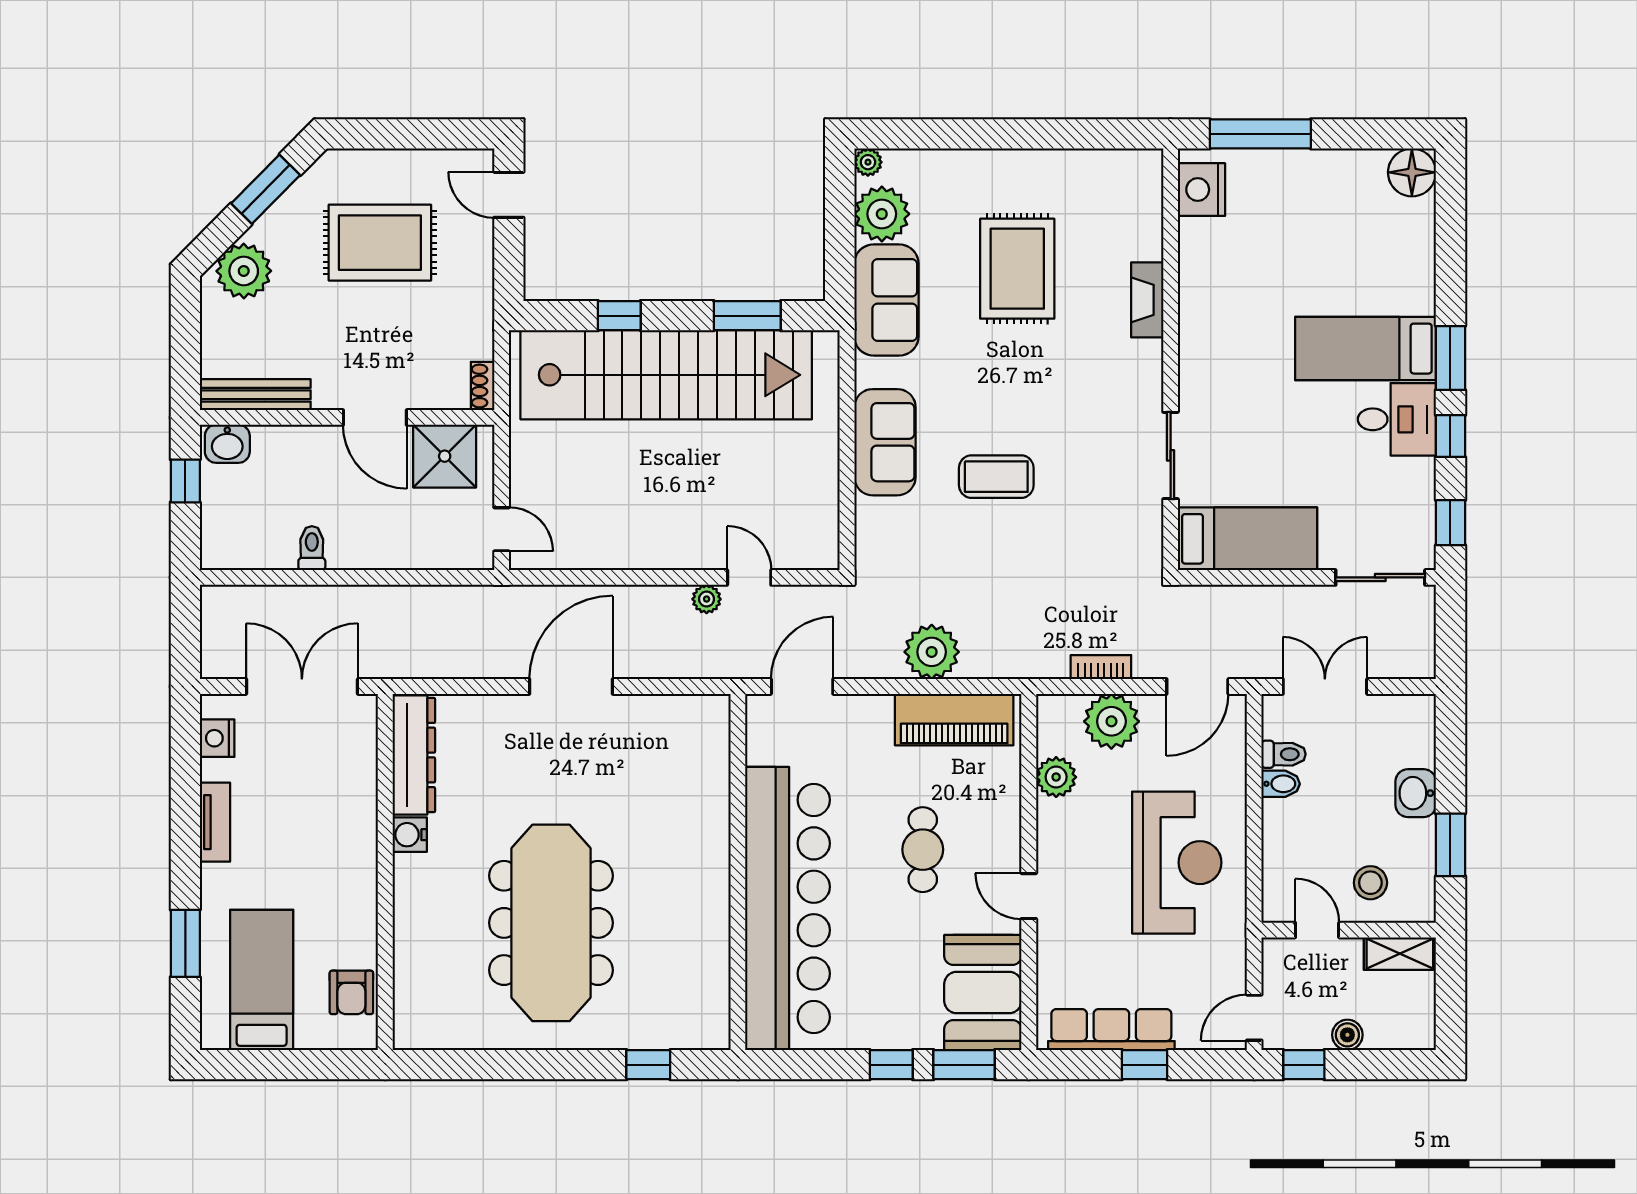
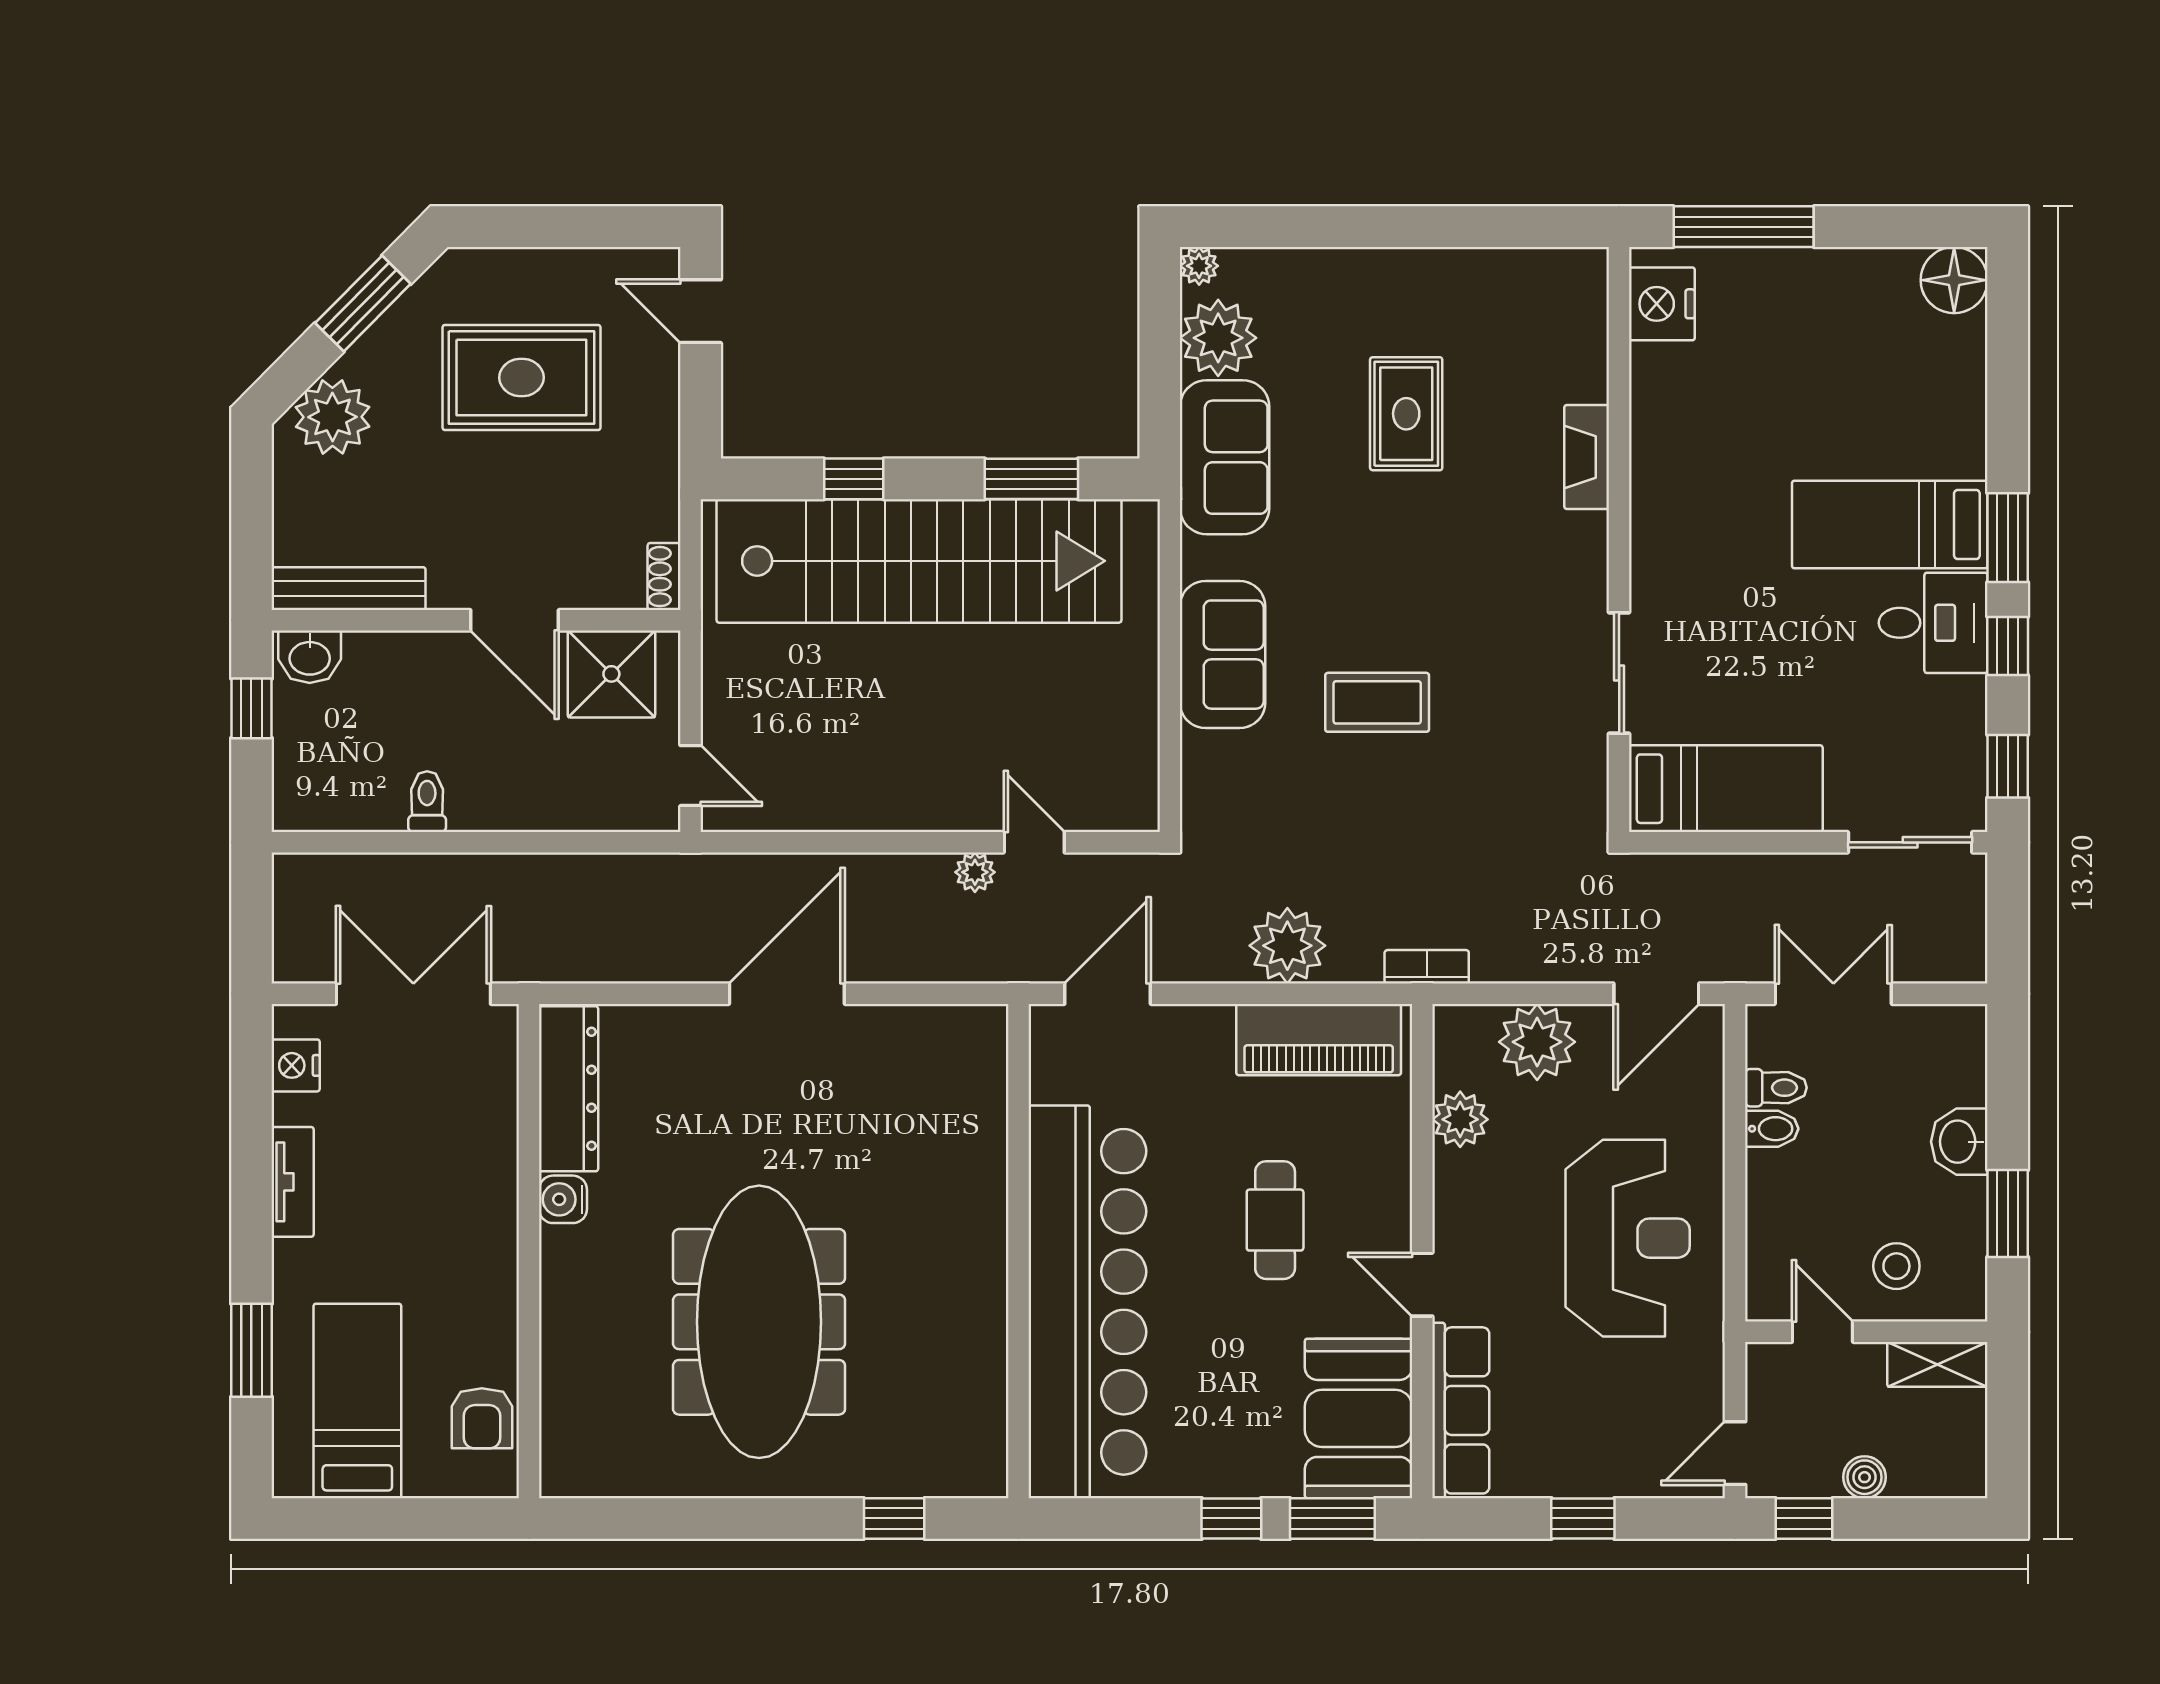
rug: (1017, 269) -> (1406, 414), width x0.73, depth x0.70
bookcase: (1101, 667) -> (1427, 967), moved
row of seats: (1111, 1030) -> (1461, 1410), moved, turned 90

